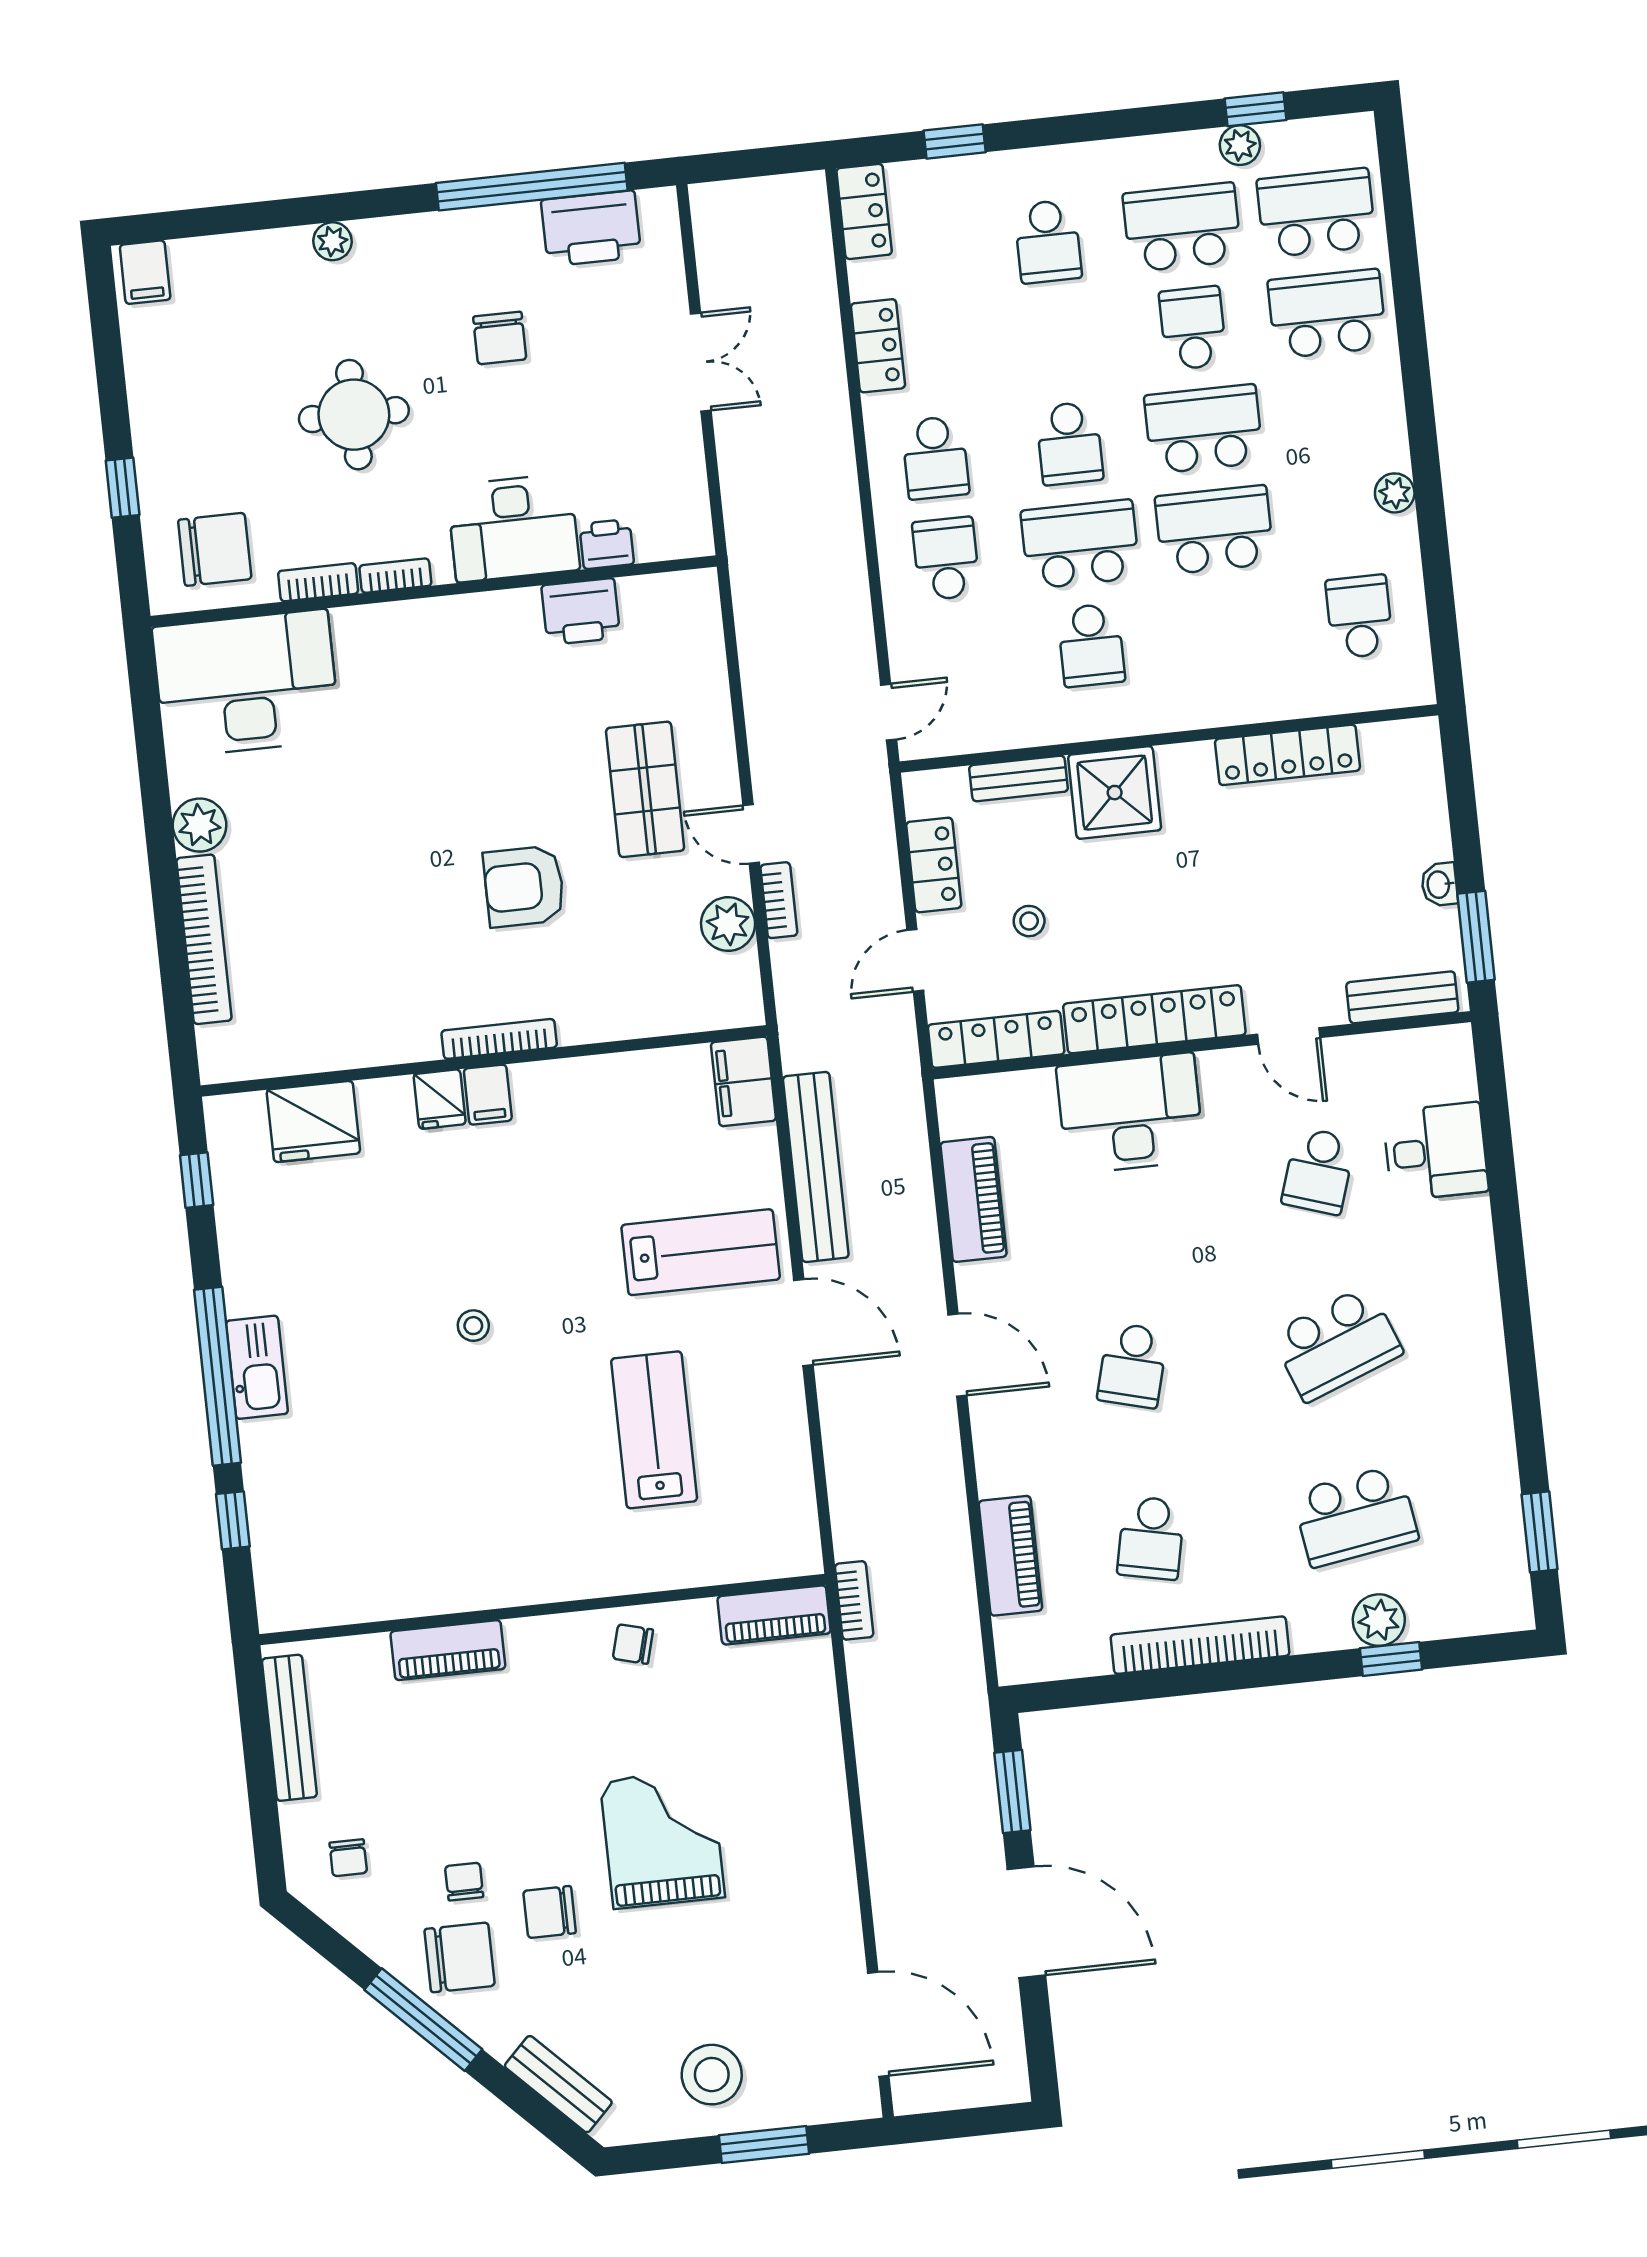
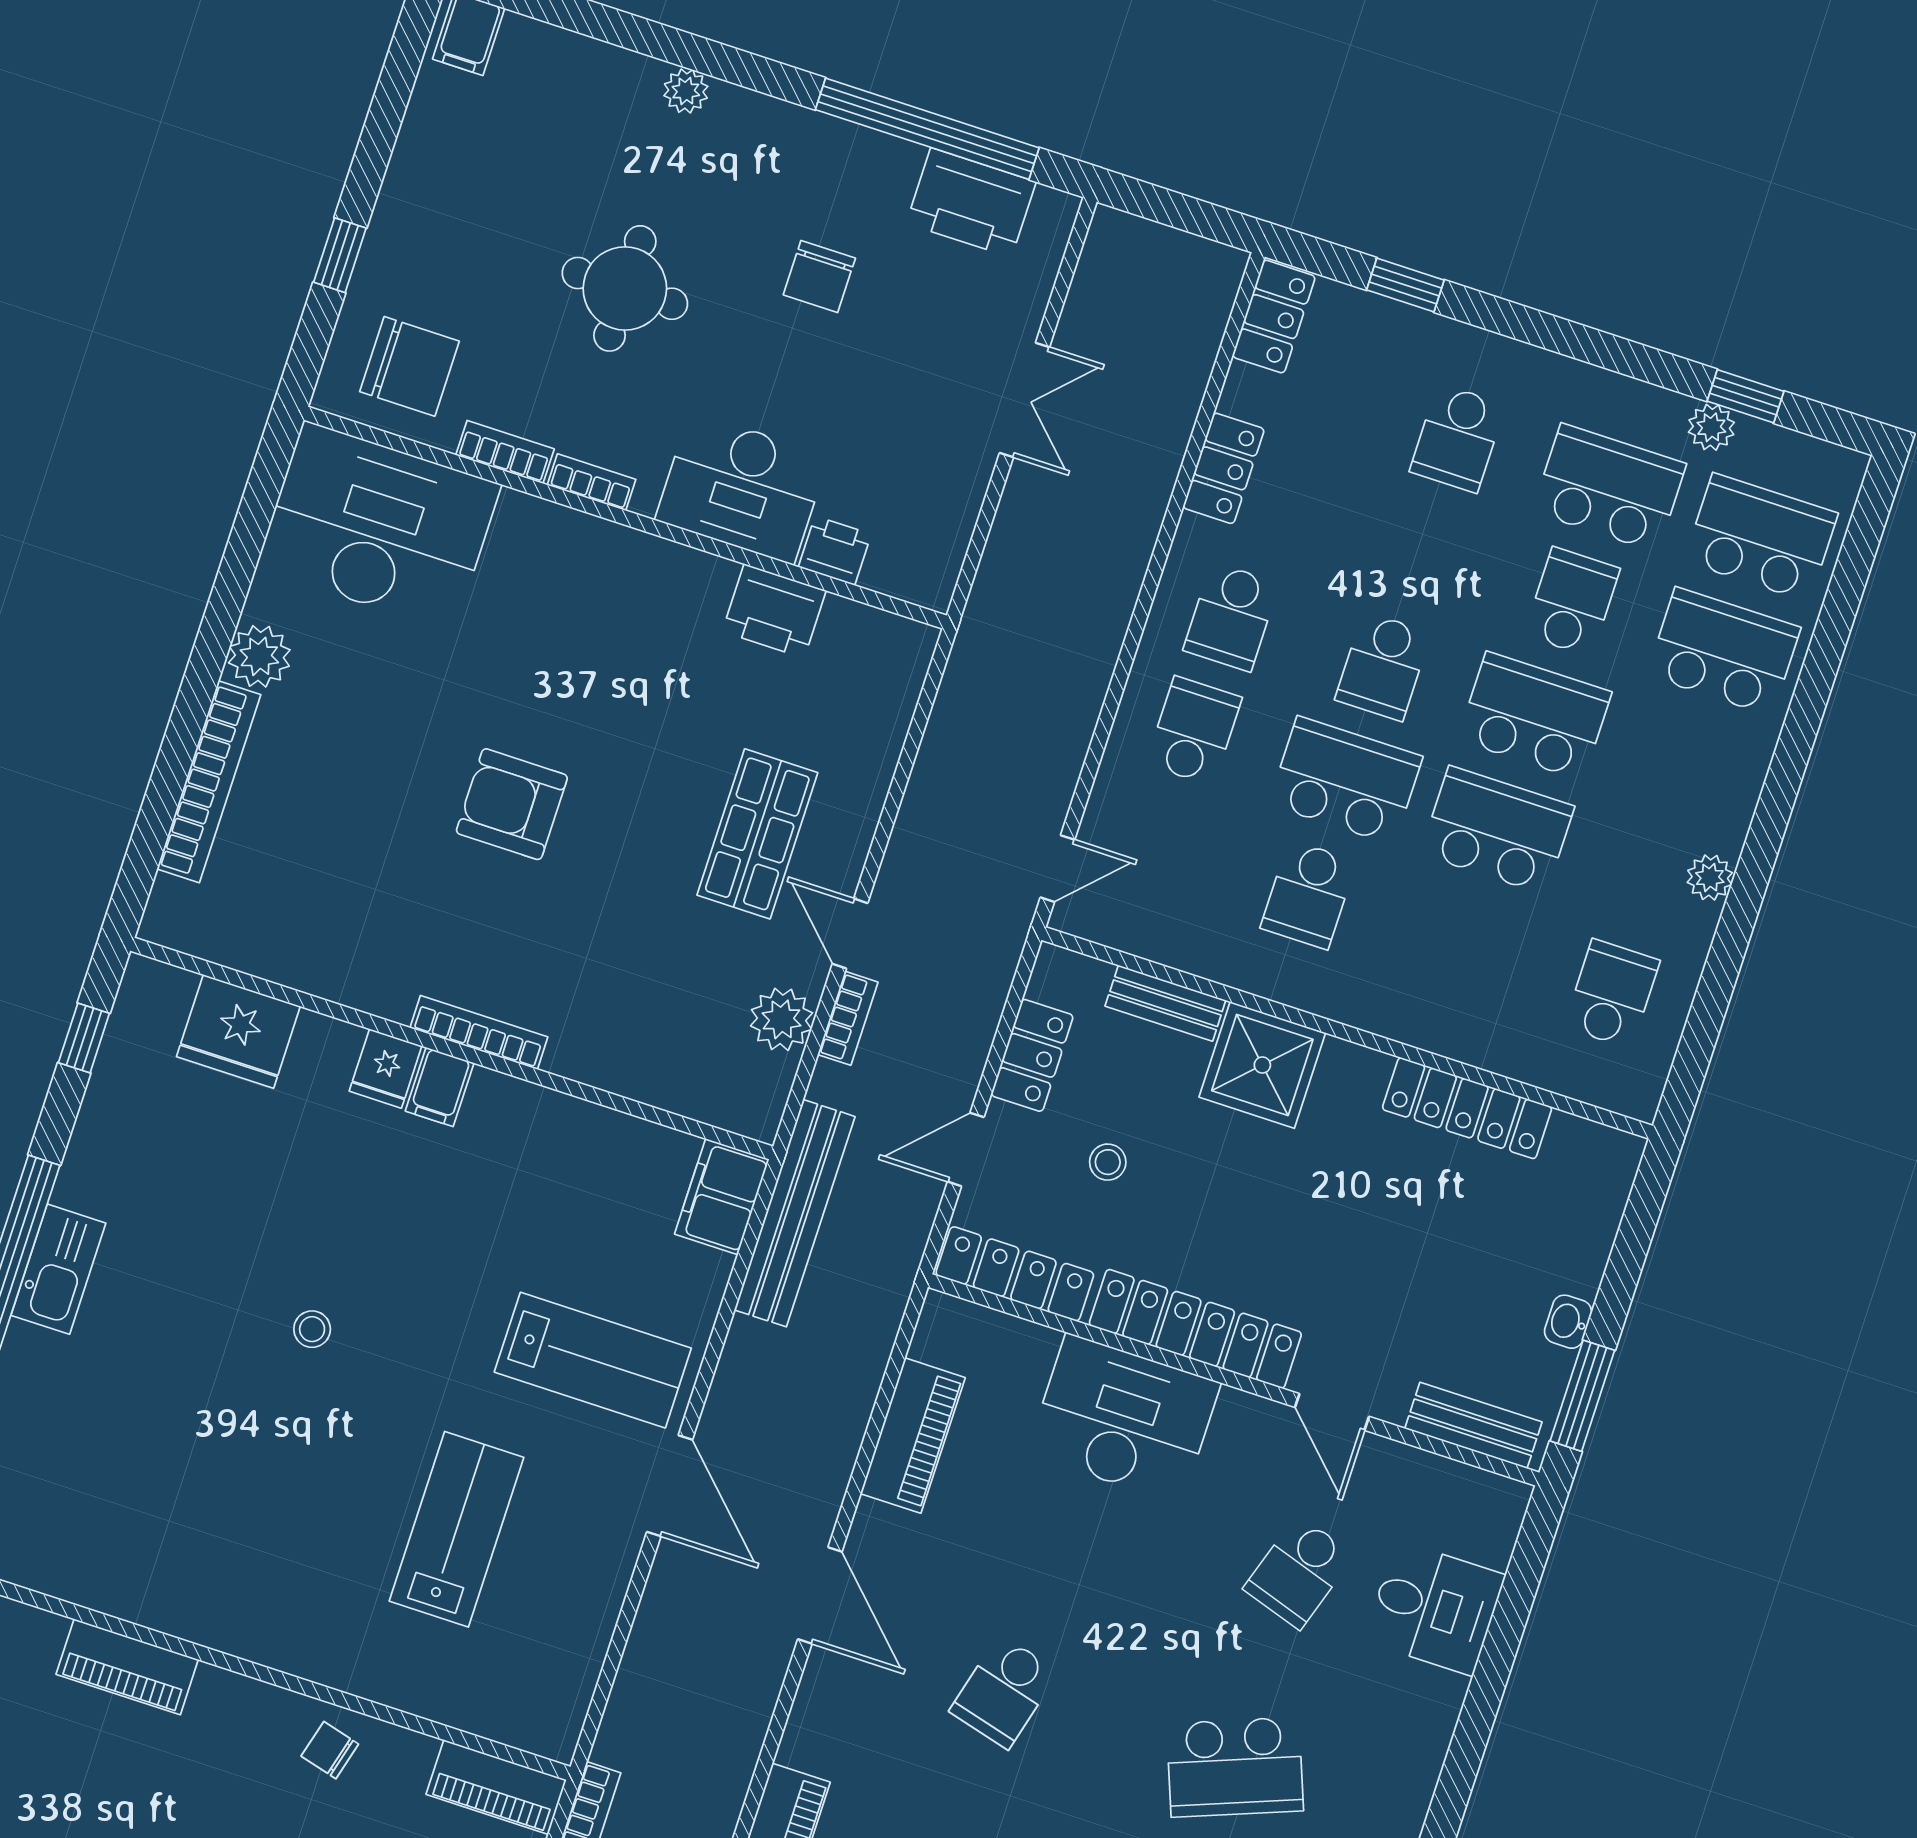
armchair: (524, 886) -> (512, 804), moved
bench: (816, 1167) -> (795, 1213), moved

